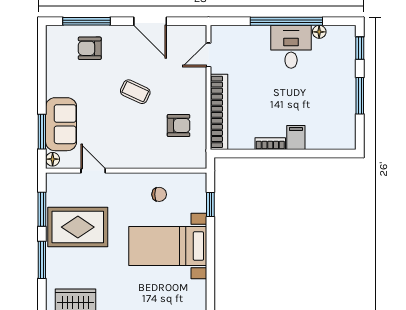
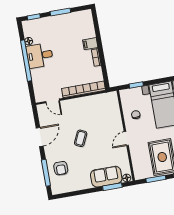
armchair: (179, 126) -> (95, 111), removed
door: (93, 171) -> (126, 138), moved

